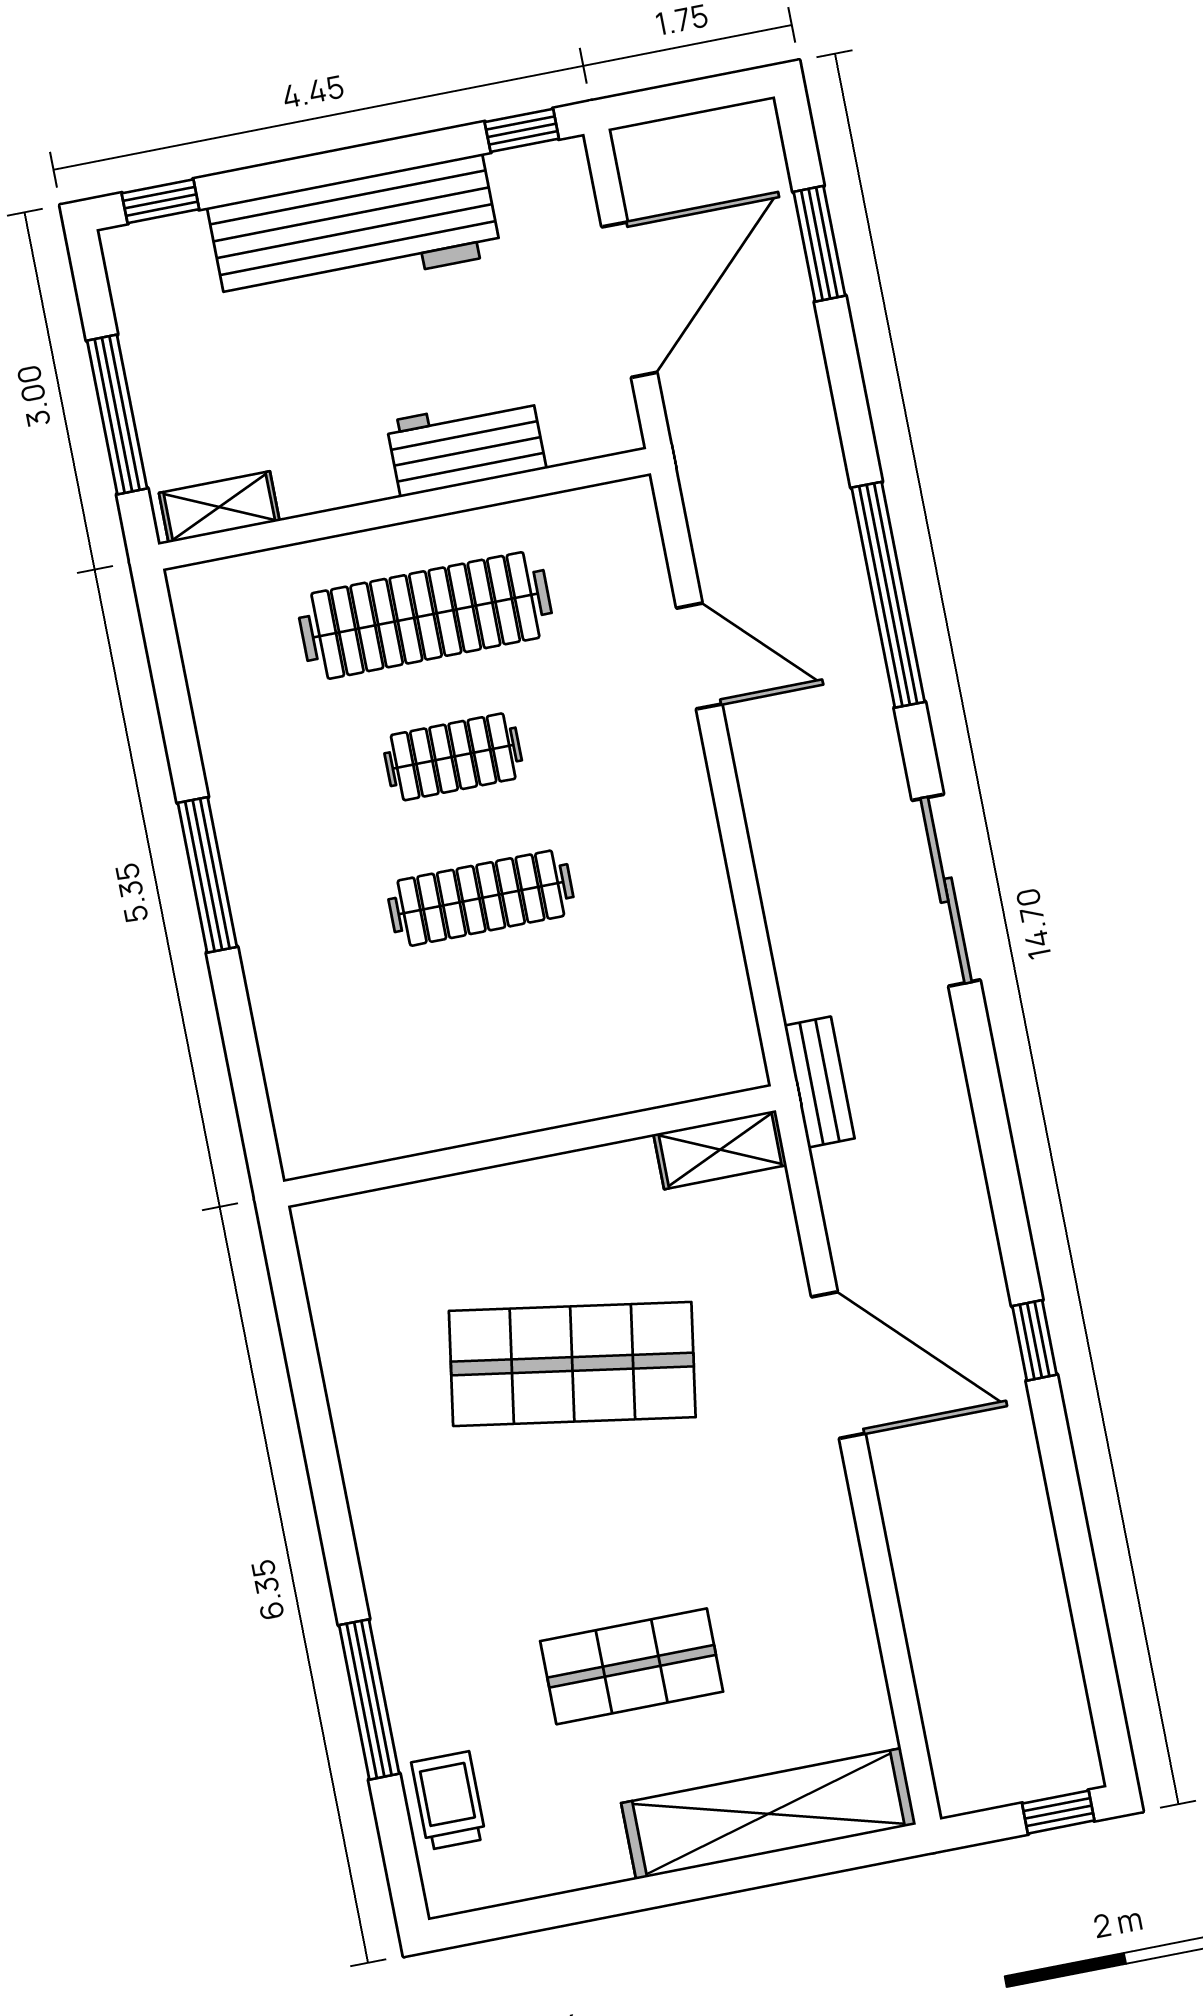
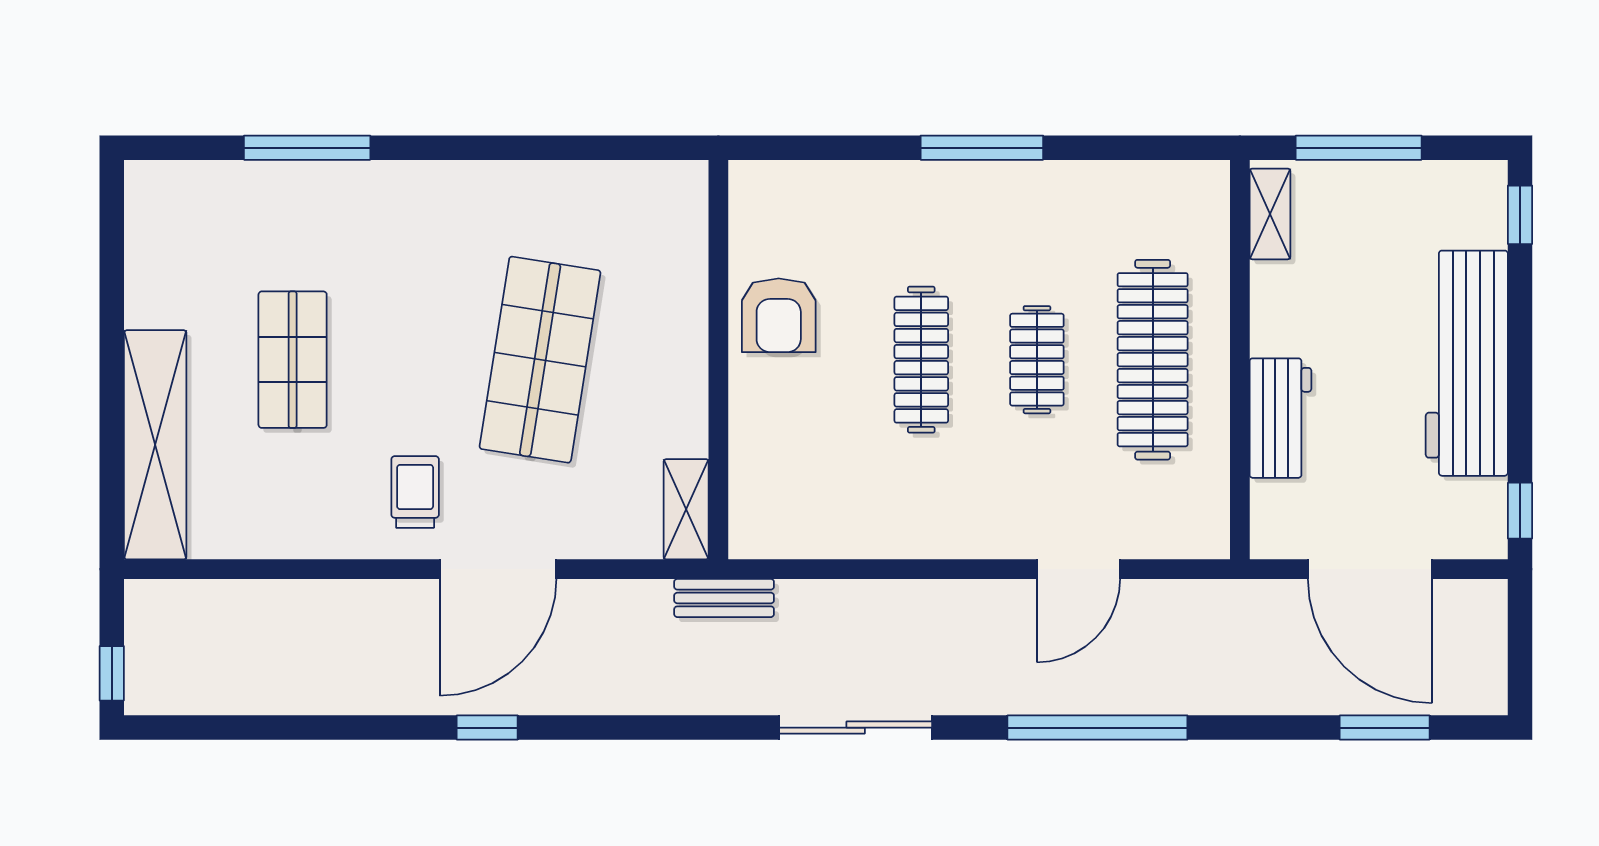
armchair: (461, 1083) -> (779, 315), added
trolley: (449, 1801) -> (415, 492), moved, turned -90

